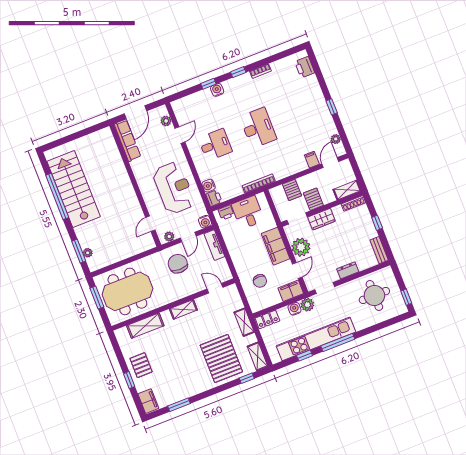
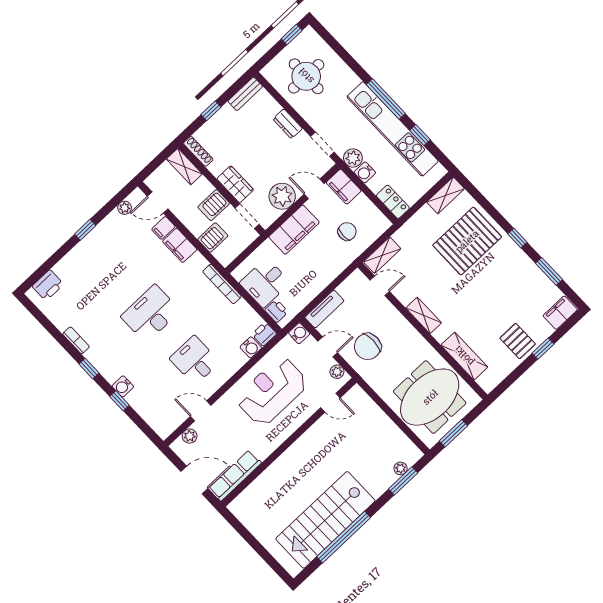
filing cabinet: (296, 166) -> (180, 245), added
door: (215, 288) -> (380, 286), swing flipped
meeting table: (127, 291) -> (430, 397), turned 90
shelving: (244, 322) -> (382, 255), moved
pallet: (141, 365) -> (518, 341), turned 90
window: (247, 378) -> (517, 238), moved

